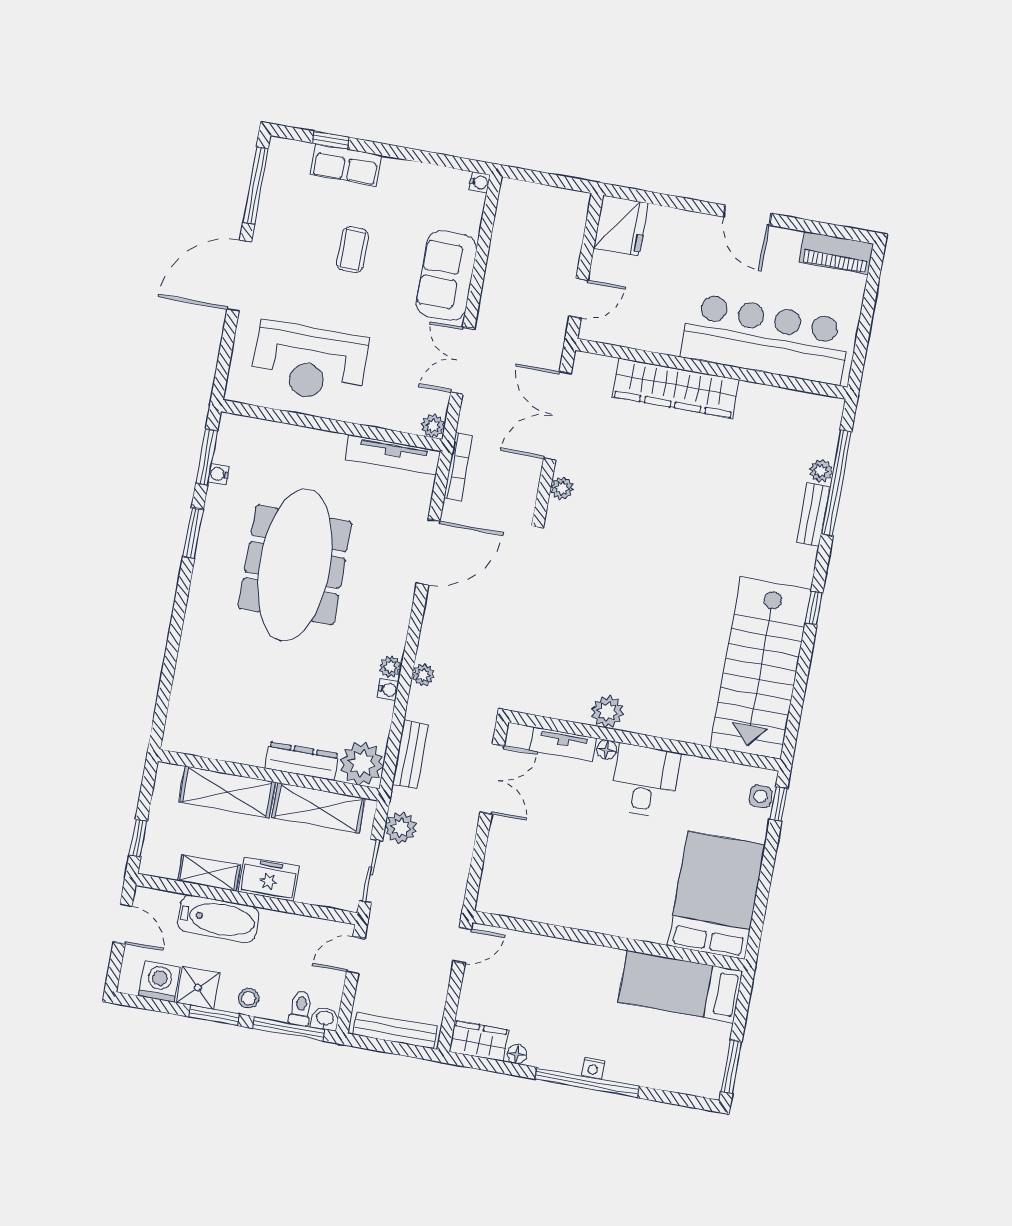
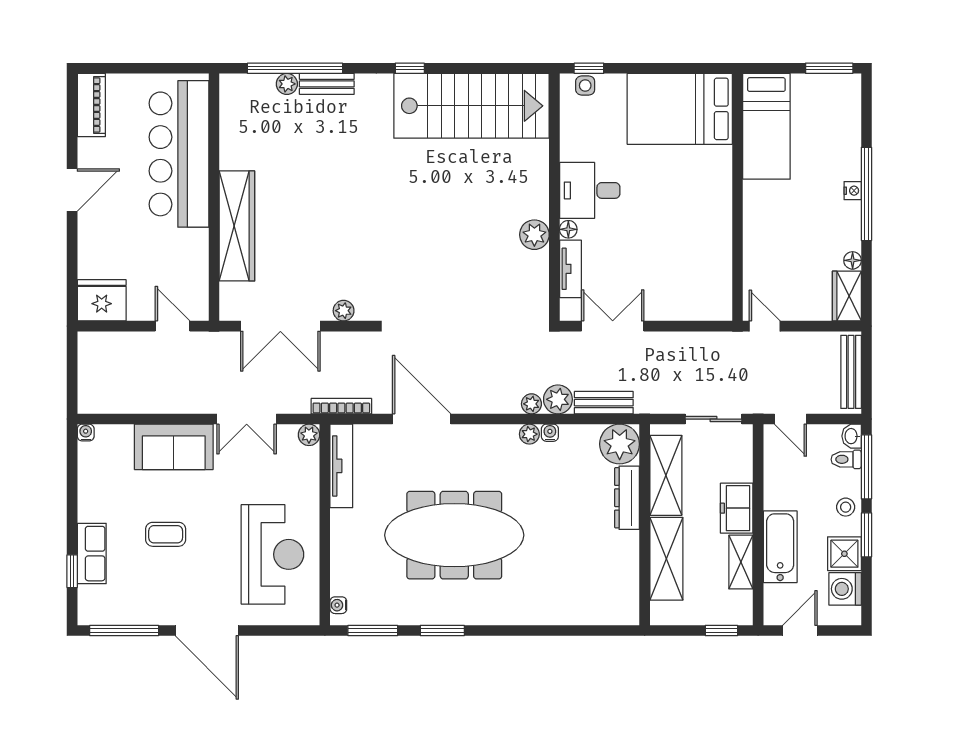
water cooler: (219, 474) -> (338, 605), moved, turned 90
plant: (401, 828) -> (558, 399), moved

